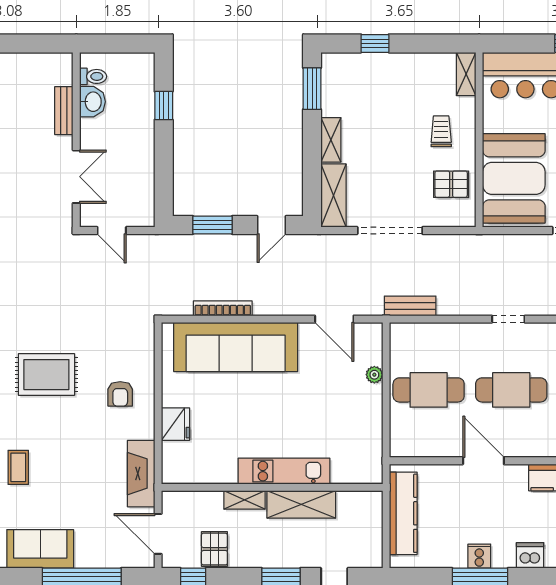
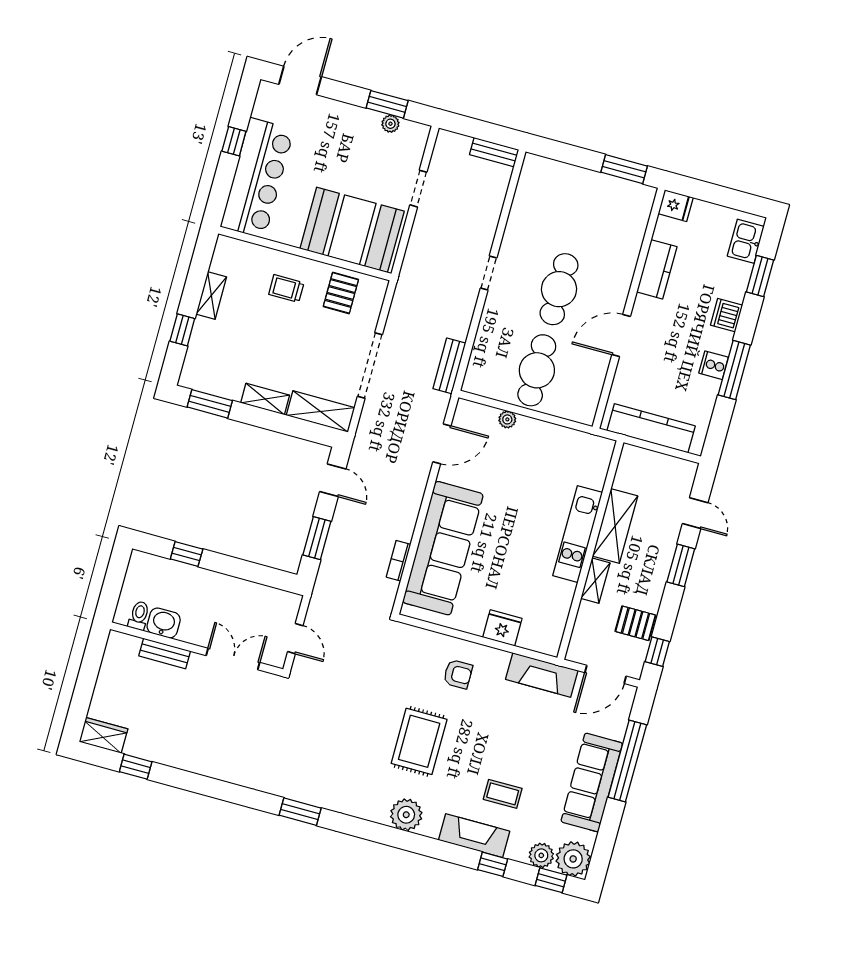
shelving: (466, 74) -> (211, 296), moved, turned 90
door: (112, 231) -> (295, 639), hinge flipped
bookcase: (223, 308) -> (399, 561), width x0.64
sofa: (40, 549) -> (592, 782), width x1.36

